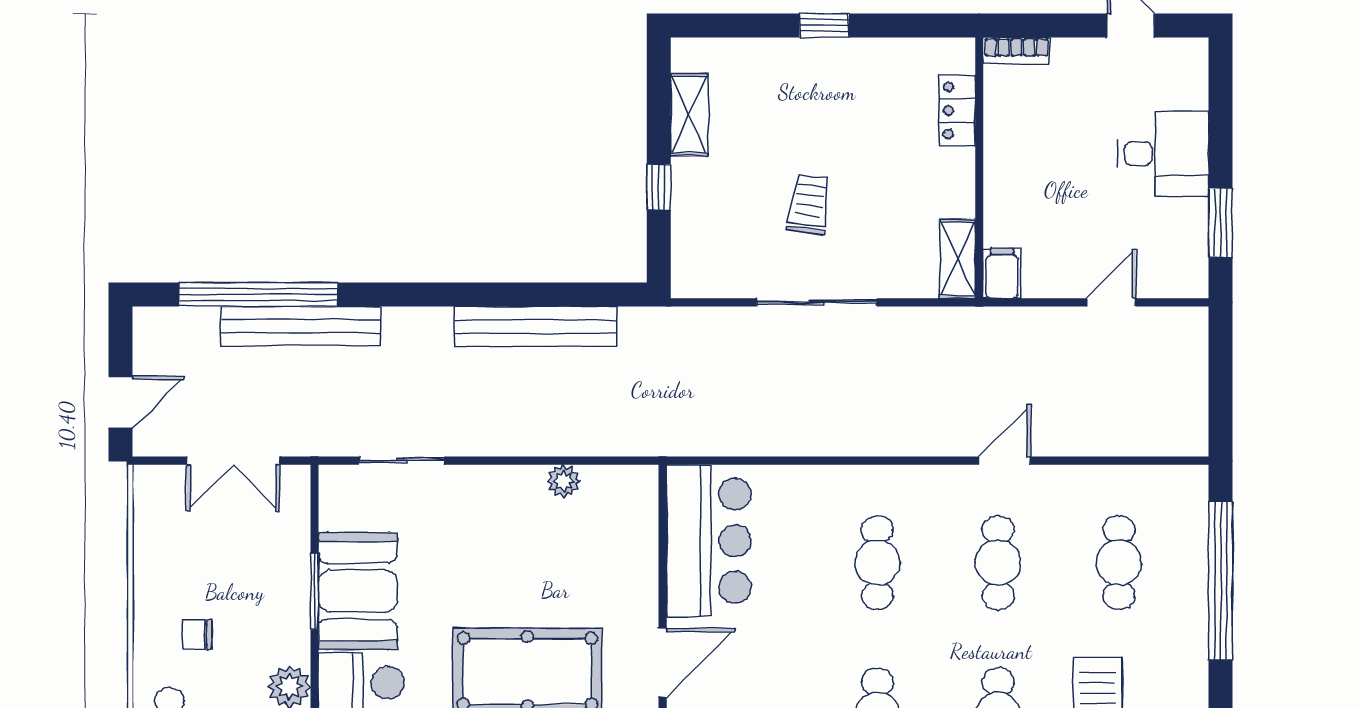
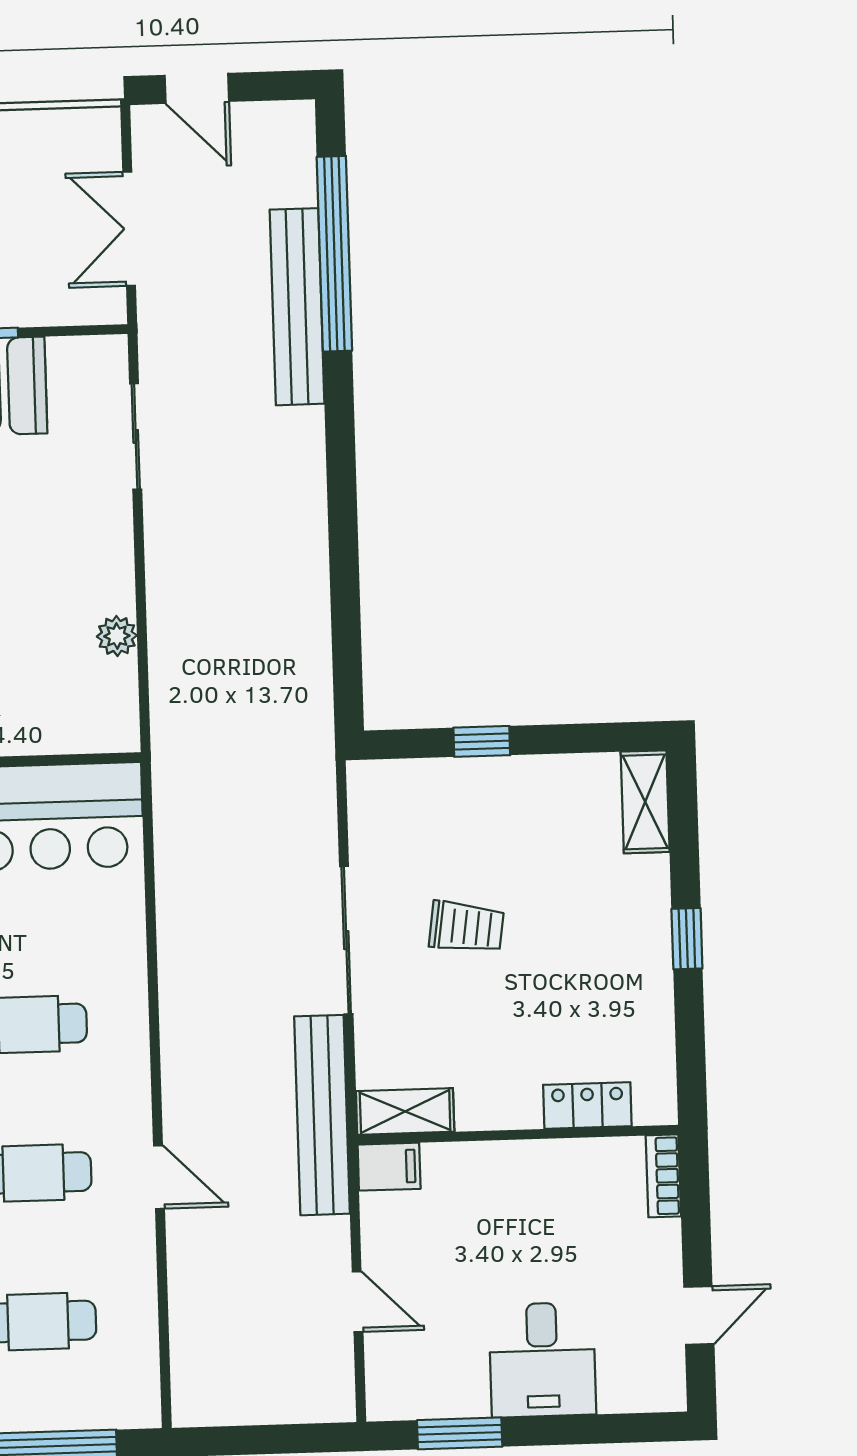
shelving: (689, 115) -> (645, 802), moved, turned 90
bench: (535, 326) -> (322, 1115), moved

